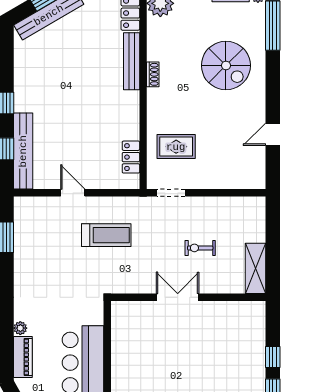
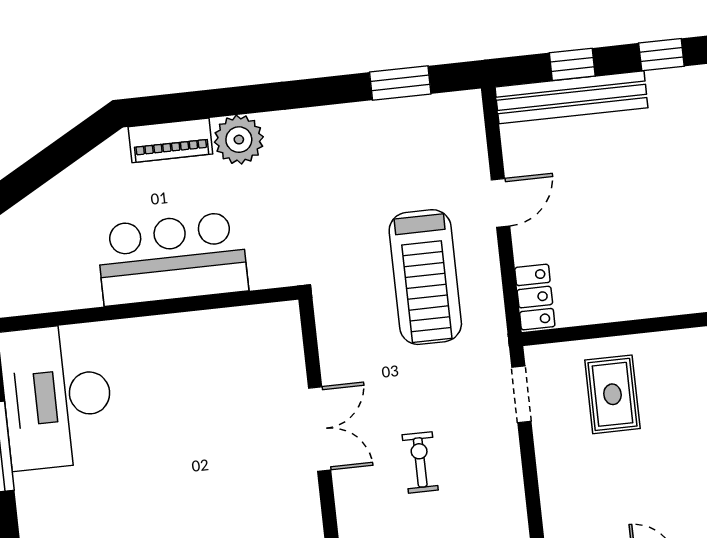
locker: (131, 157) -> (535, 297), moved, turned 90
treadmill: (106, 235) -> (425, 277), width x1.37, depth x1.38
plant: (20, 328) -> (239, 140), width x1.88, depth x1.88

